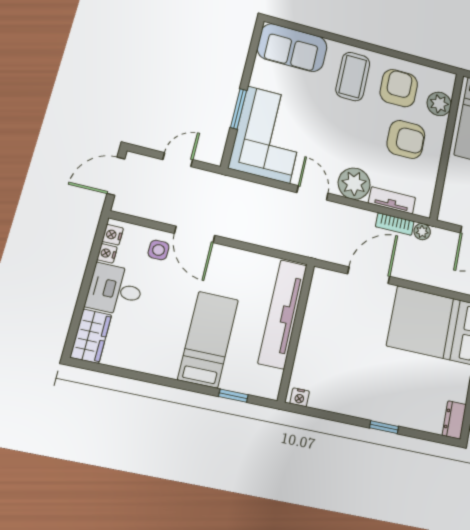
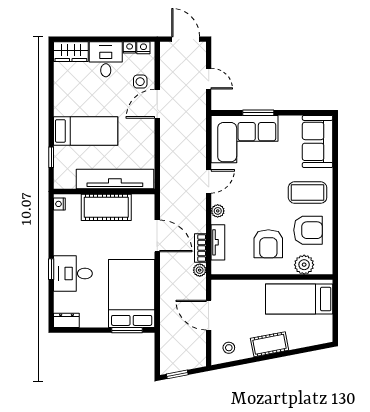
plant: (354, 184) -> (218, 211), width x0.53, depth x0.53
cot: (318, 334) -> (106, 207), added
desk: (395, 398) -> (73, 274), added

